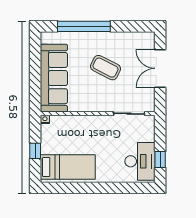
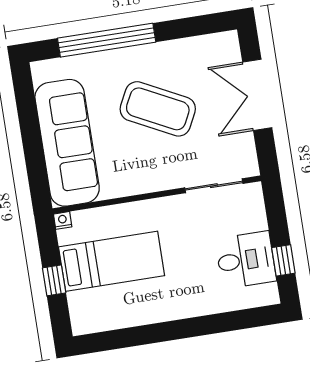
coffee table: (106, 68) -> (158, 109), width x1.36, depth x1.32
desk: (140, 161) -> (246, 260), width x0.73
bed: (68, 167) -> (112, 261), moved

